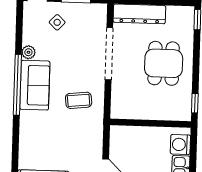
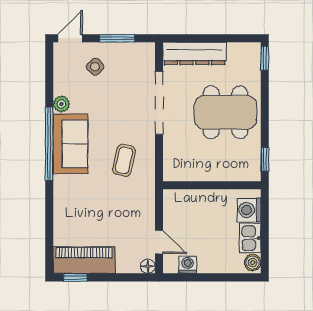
dining table: (164, 63) -> (226, 112), width x1.38
coffee table: (79, 100) -> (124, 160), turned -71

